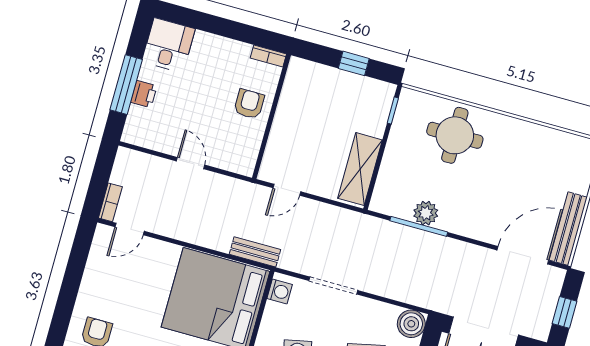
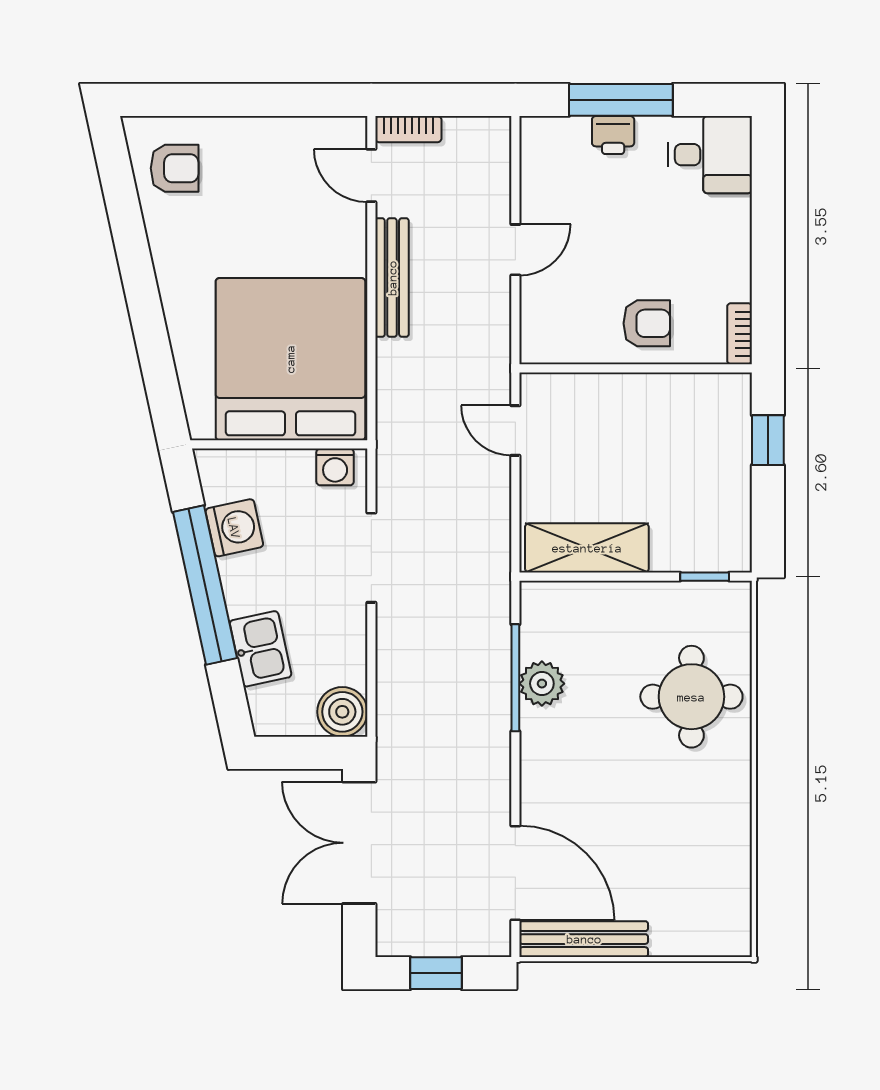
window: (354, 63) -> (768, 440), moved
bench: (255, 252) -> (392, 278), moved, width x1.36

